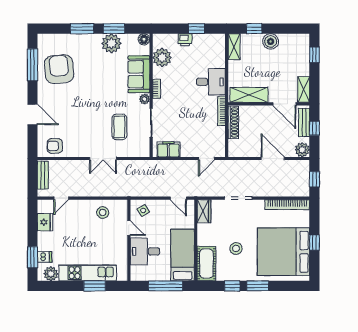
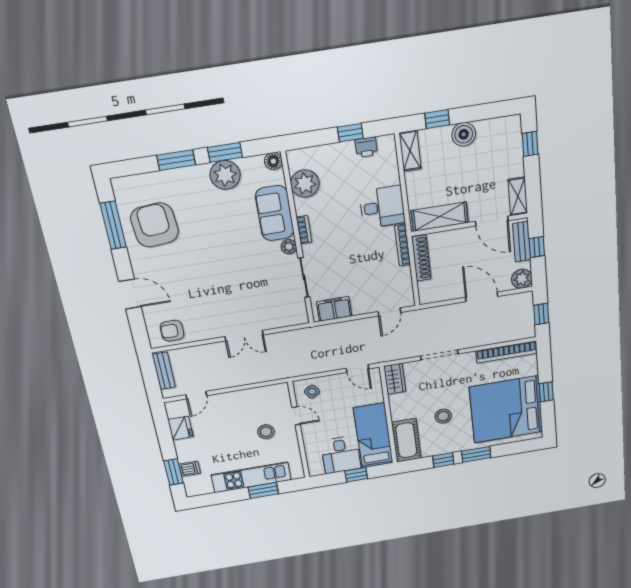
printer: (185, 40) -> (366, 147), moved
coffee table: (119, 127) -> (259, 291), removed
stool: (103, 213) -> (266, 432), moved
desk: (145, 251) -> (341, 455), moved, turned -90
plant: (51, 274) -> (202, 487), removed
window: (165, 286) -> (356, 475), width x0.46

